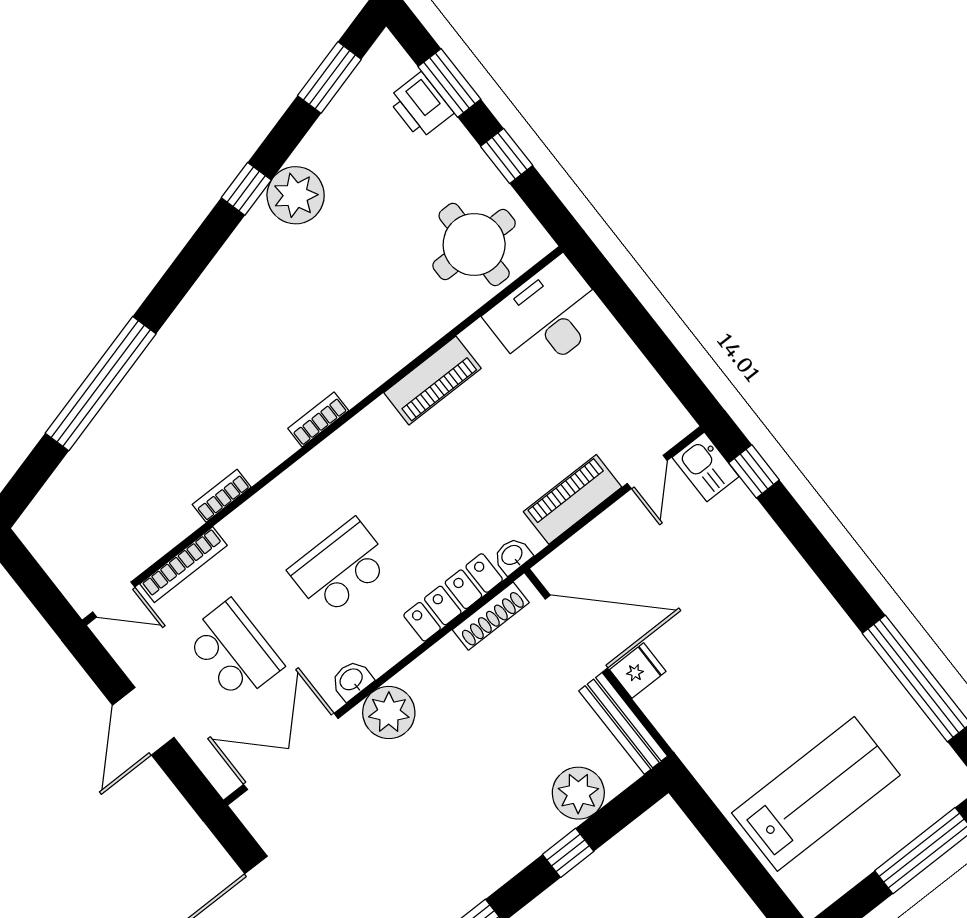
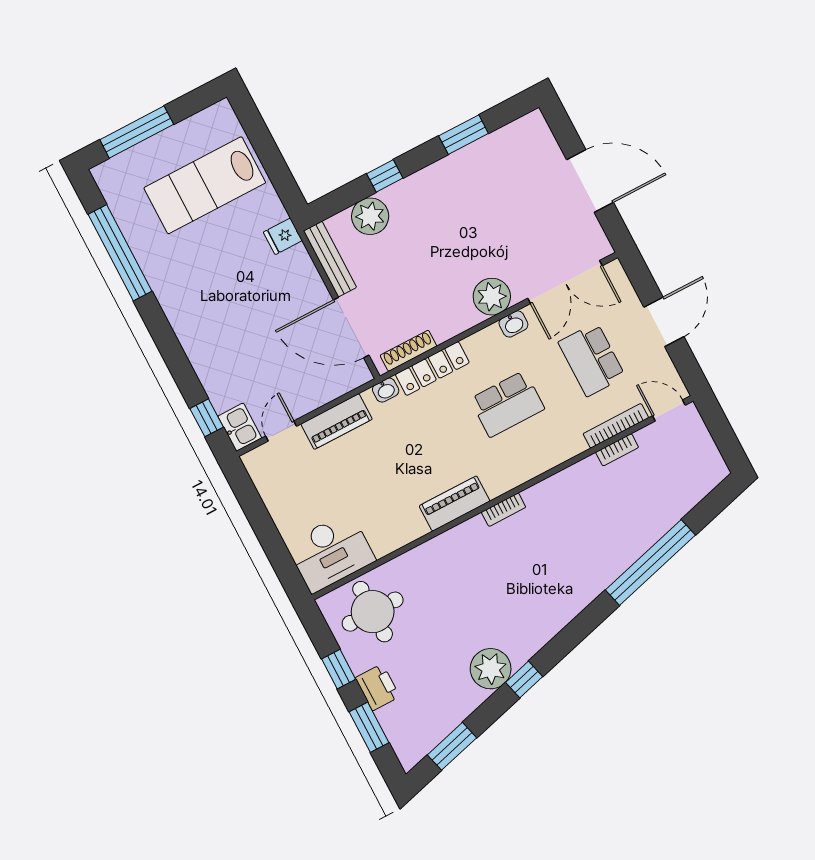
printer: (420, 106) -> (378, 687), moved
piano: (432, 380) -> (455, 504), moved
bookcase: (222, 496) -> (617, 450), moved
fridge: (638, 671) -> (283, 236), moved

